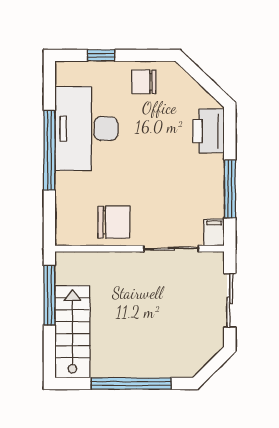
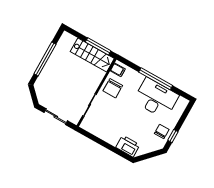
window: (101, 55) -> (173, 136), moved
window: (230, 189) -> (100, 142), removed
filing cabinet: (214, 232) -> (118, 70), moved
stairs: (72, 332) -> (92, 55), moved

